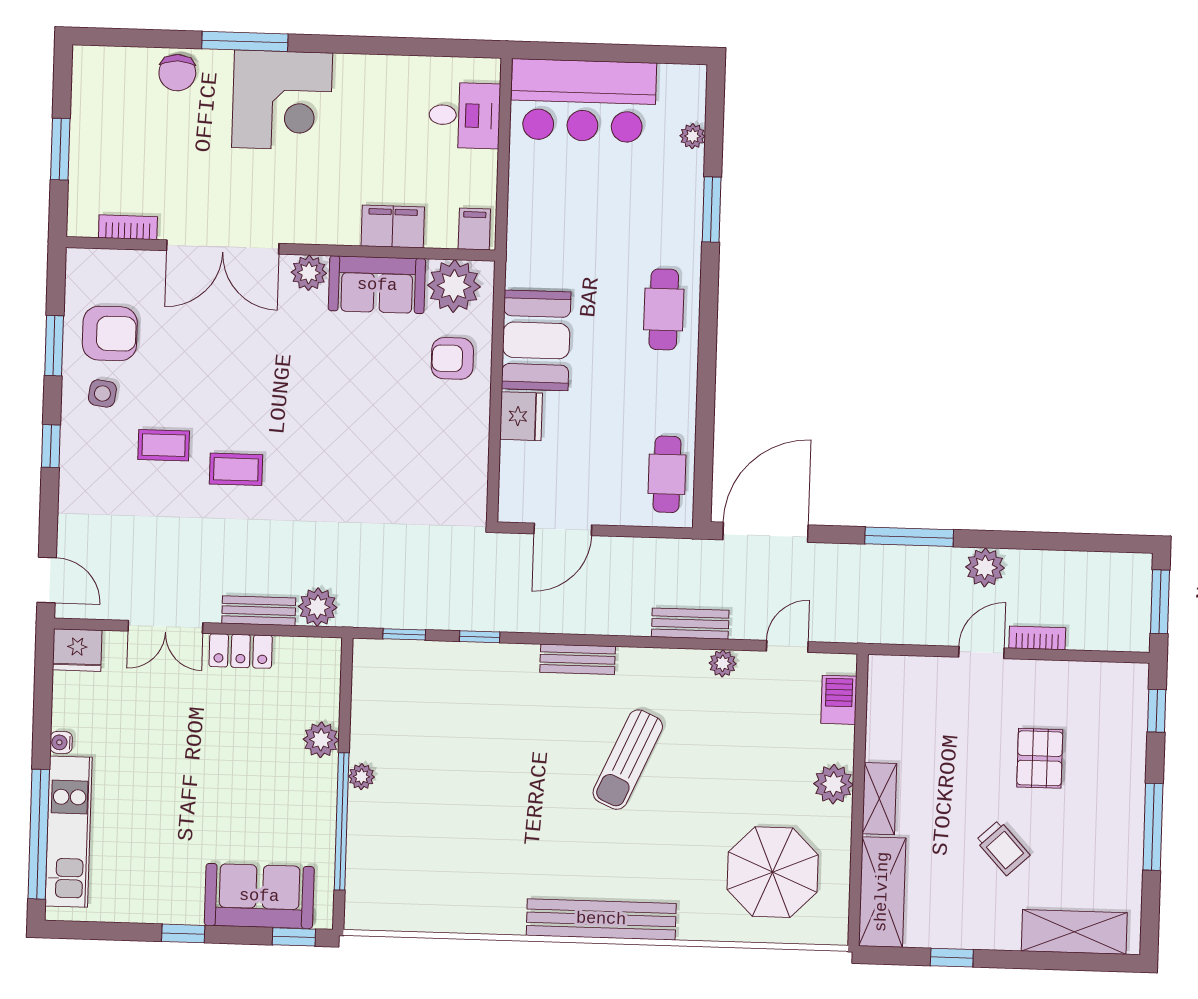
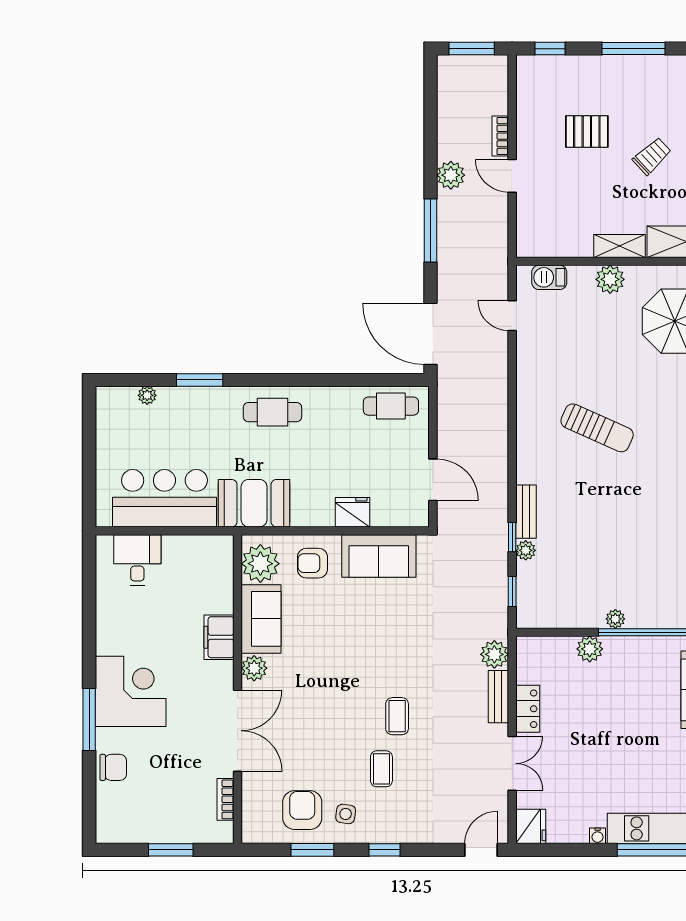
bar counter: (583, 101) -> (164, 498), moved, turned -90
filing cabinet: (393, 226) -> (219, 637), moved
filing cabinet: (474, 229) -> (219, 550), removed
booth: (536, 340) -> (254, 503), moved
armchair: (452, 358) -> (312, 563), turned 90
sofa: (459, 451) -> (379, 556), added
bench: (690, 624) -> (498, 386), removed
bench: (578, 659) -> (526, 512), moved
plant: (723, 663) -> (526, 550), moved

